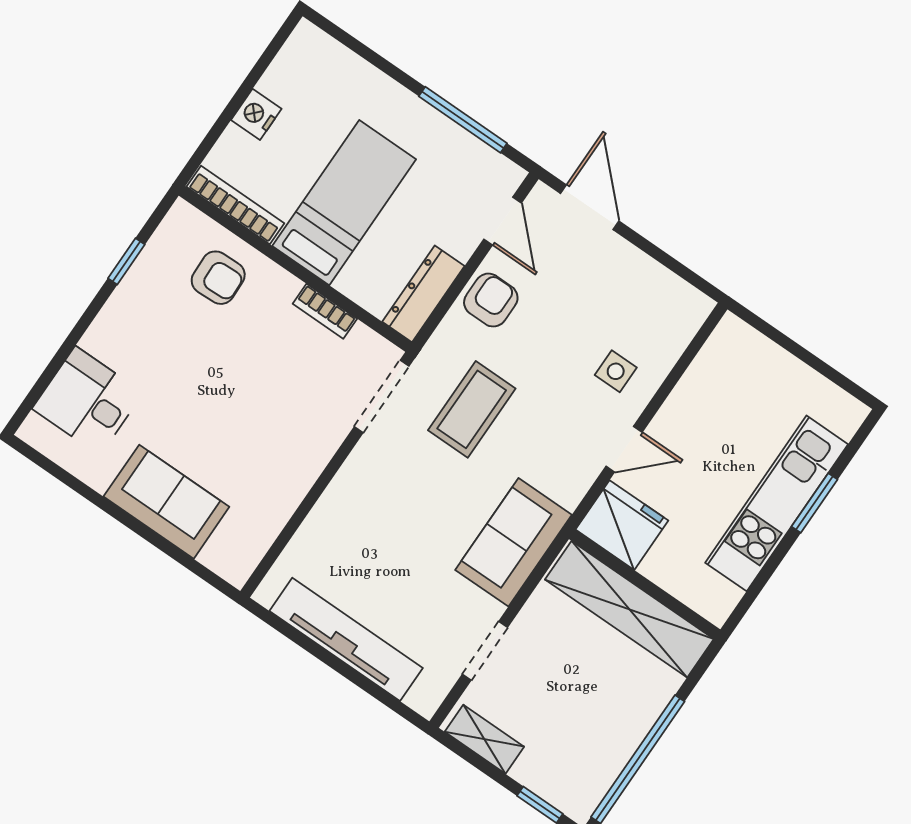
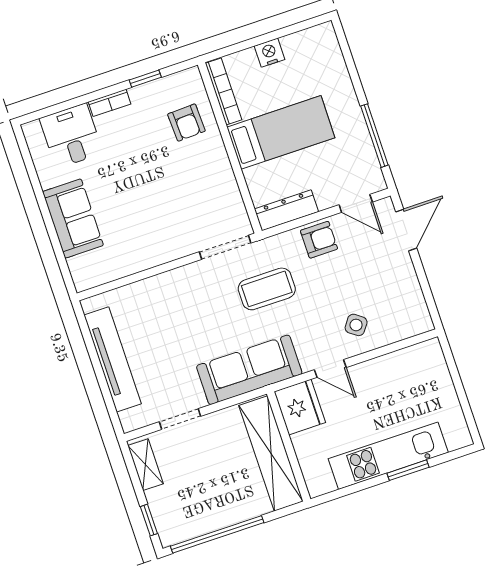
door: (503, 221) -> (356, 203), hinge flipped
bookcase: (325, 311) -> (110, 103), moved, turned -90
side table: (616, 371) -> (356, 325), turned 36
sofa: (513, 542) -> (249, 370), width x1.36

